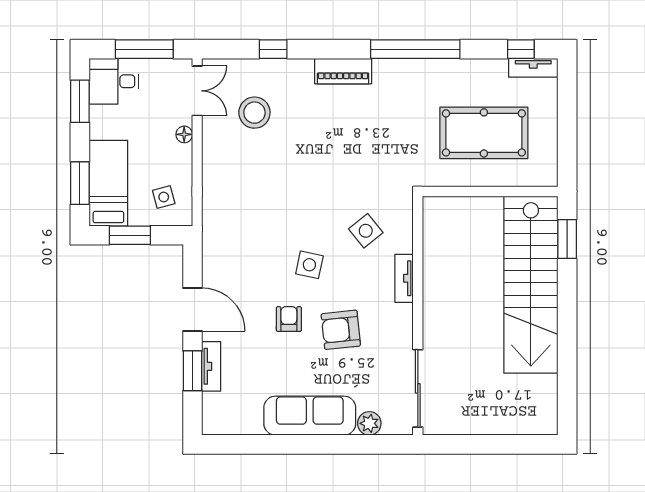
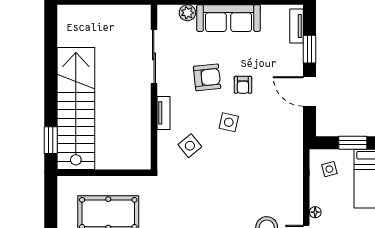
tv unit: (211, 366) -> (297, 26), moved
sliding door: (418, 388) -> (154, 56), moved

